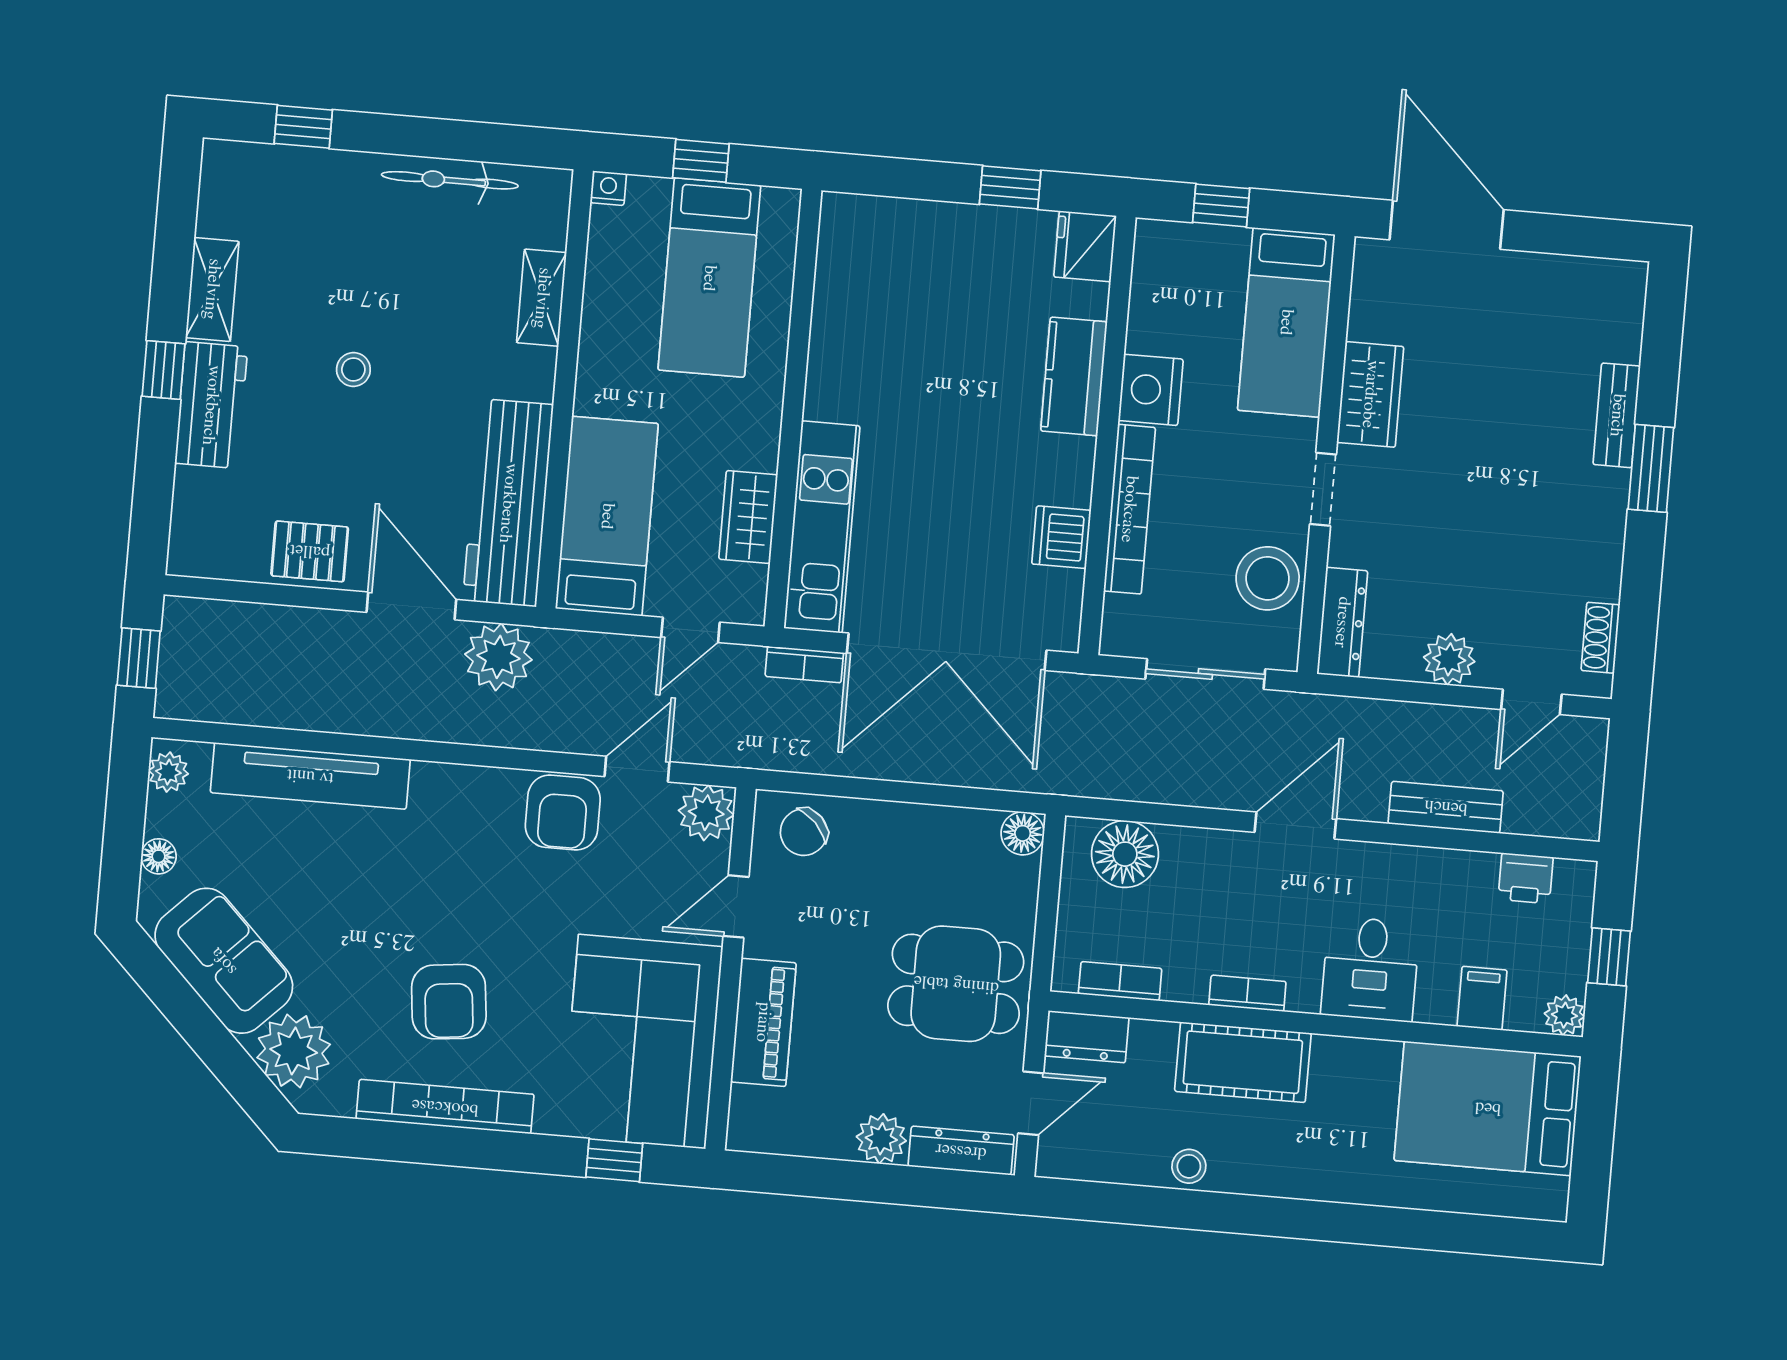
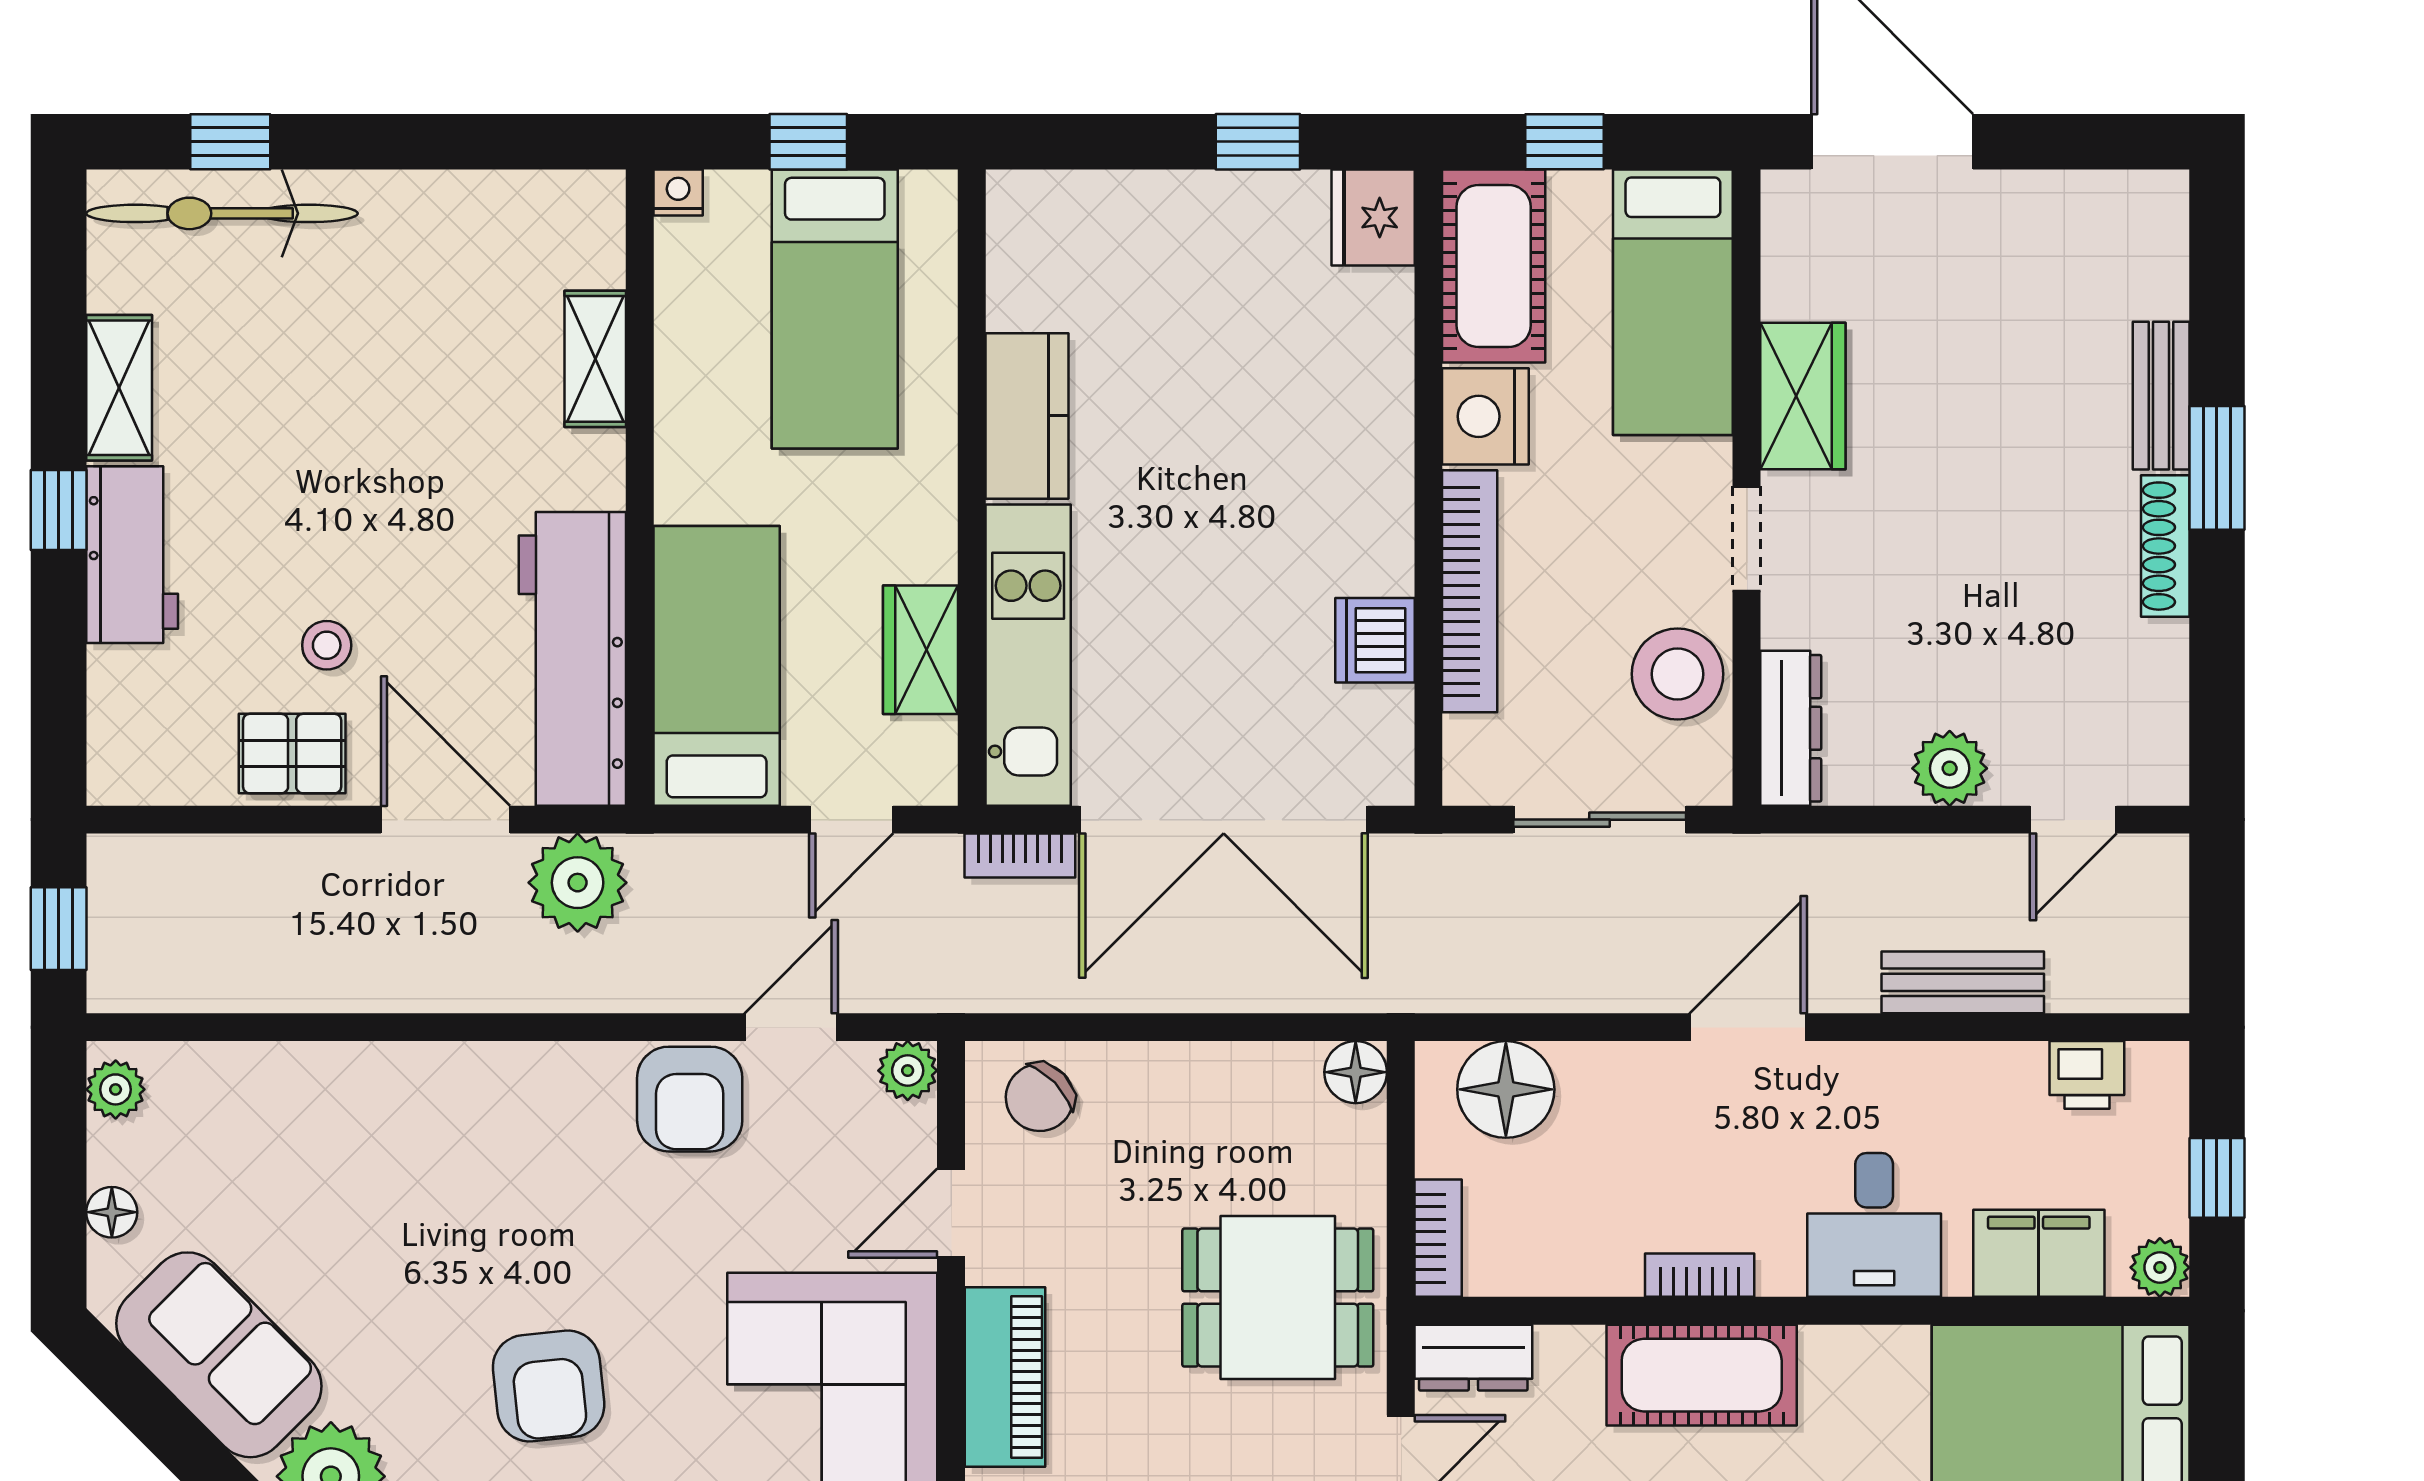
bicycle: (450, 180) -> (222, 213), moved, width x1.37, depth x1.40
cot: (1165, 287) -> (1494, 266), added
stool: (353, 369) -> (327, 645), moved
kitchen counter: (1074, 376) -> (1027, 416), moved, turned 180
shoe rack: (1600, 638) -> (2165, 546), moved, width x1.43
tv unit: (310, 776) -> (321, 1077), removed
plant: (706, 813) -> (908, 1071), width x0.73, depth x0.73
bookcase: (1120, 981) -> (1438, 1238), moved, turned 90
filing cabinet: (1482, 998) -> (2039, 1253), width x2.00

